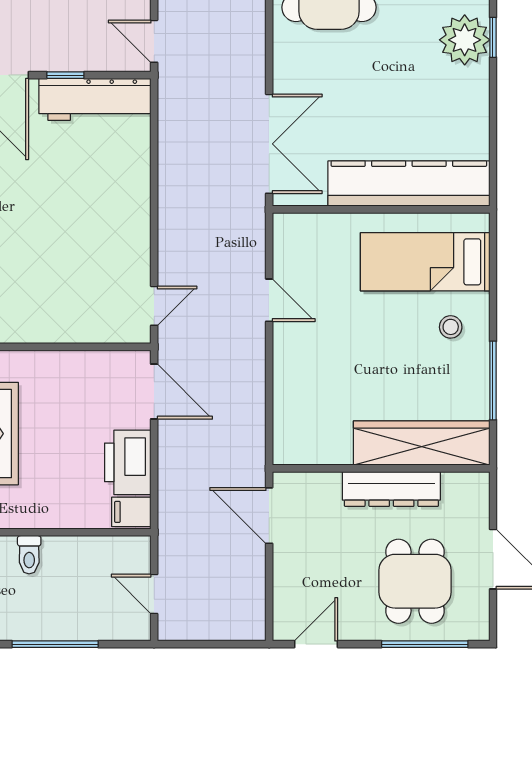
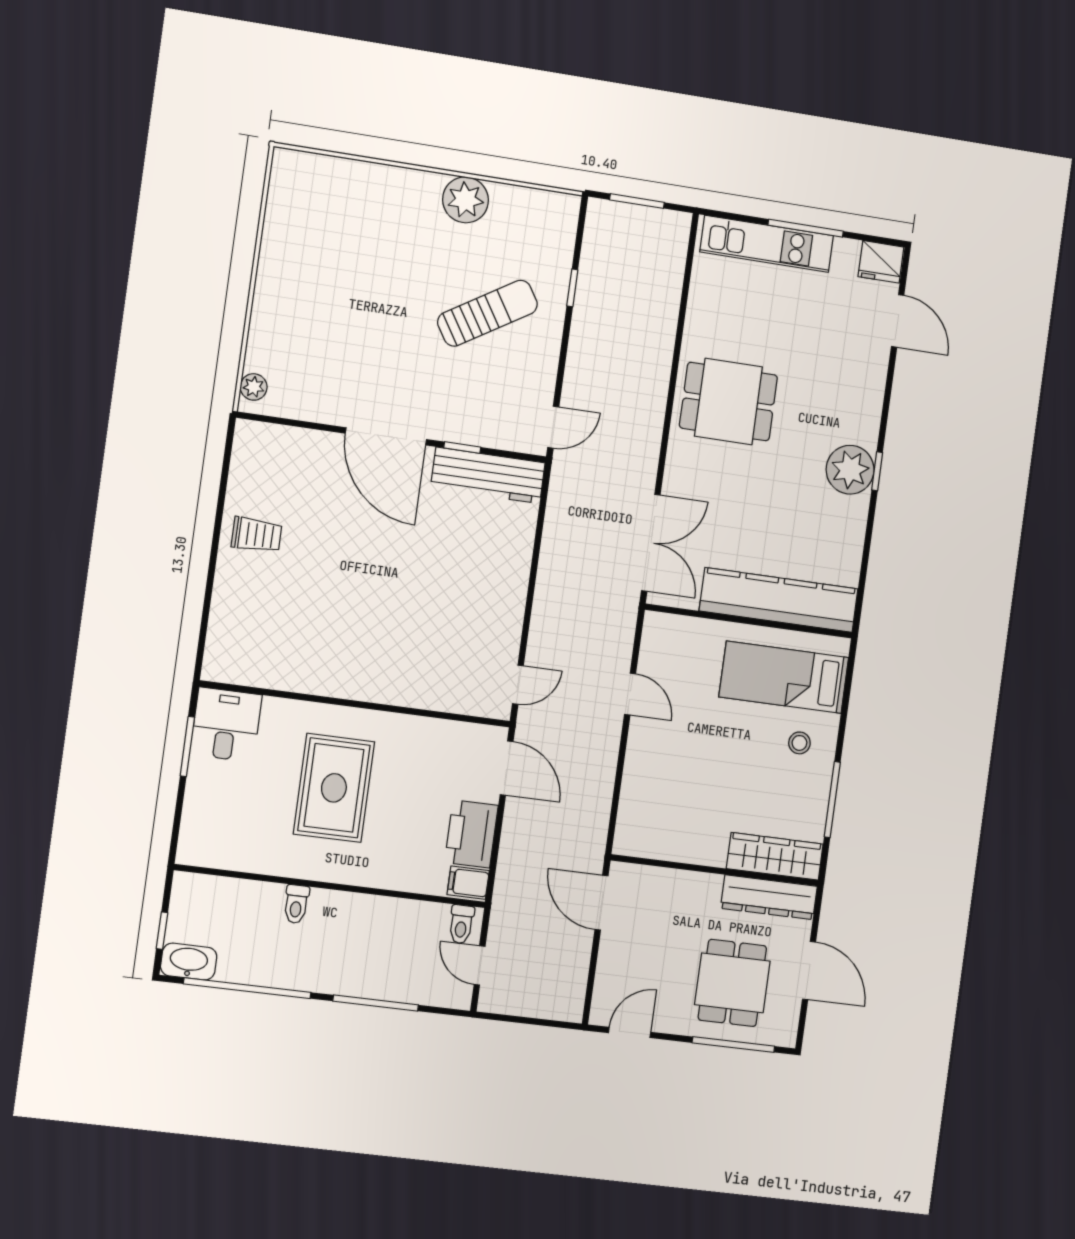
door: (154, 41) -> (553, 427), swing flipped
wardrobe: (422, 443) -> (775, 856), width x0.71, depth x0.85
dresser: (391, 489) -> (769, 897), moved
toilet: (29, 555) -> (461, 924), moved

